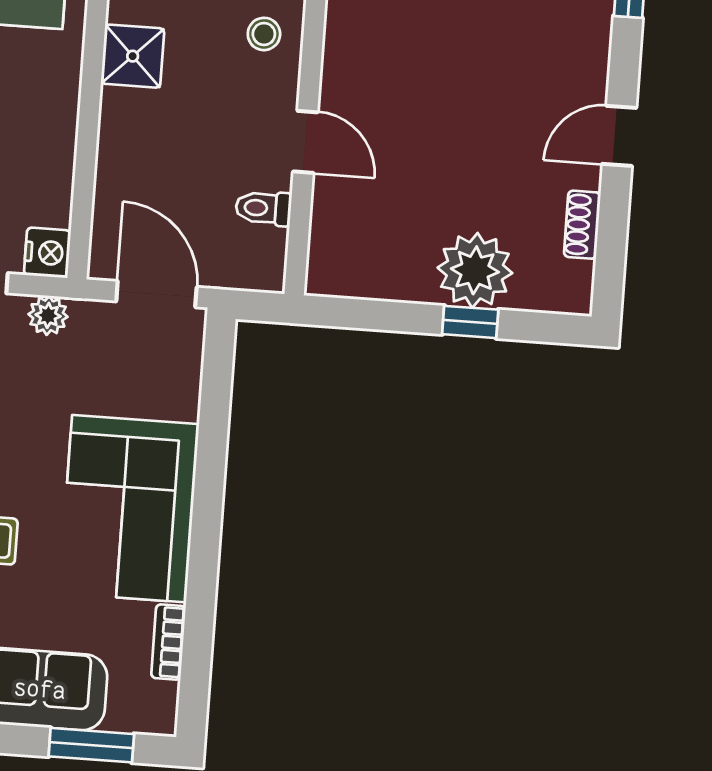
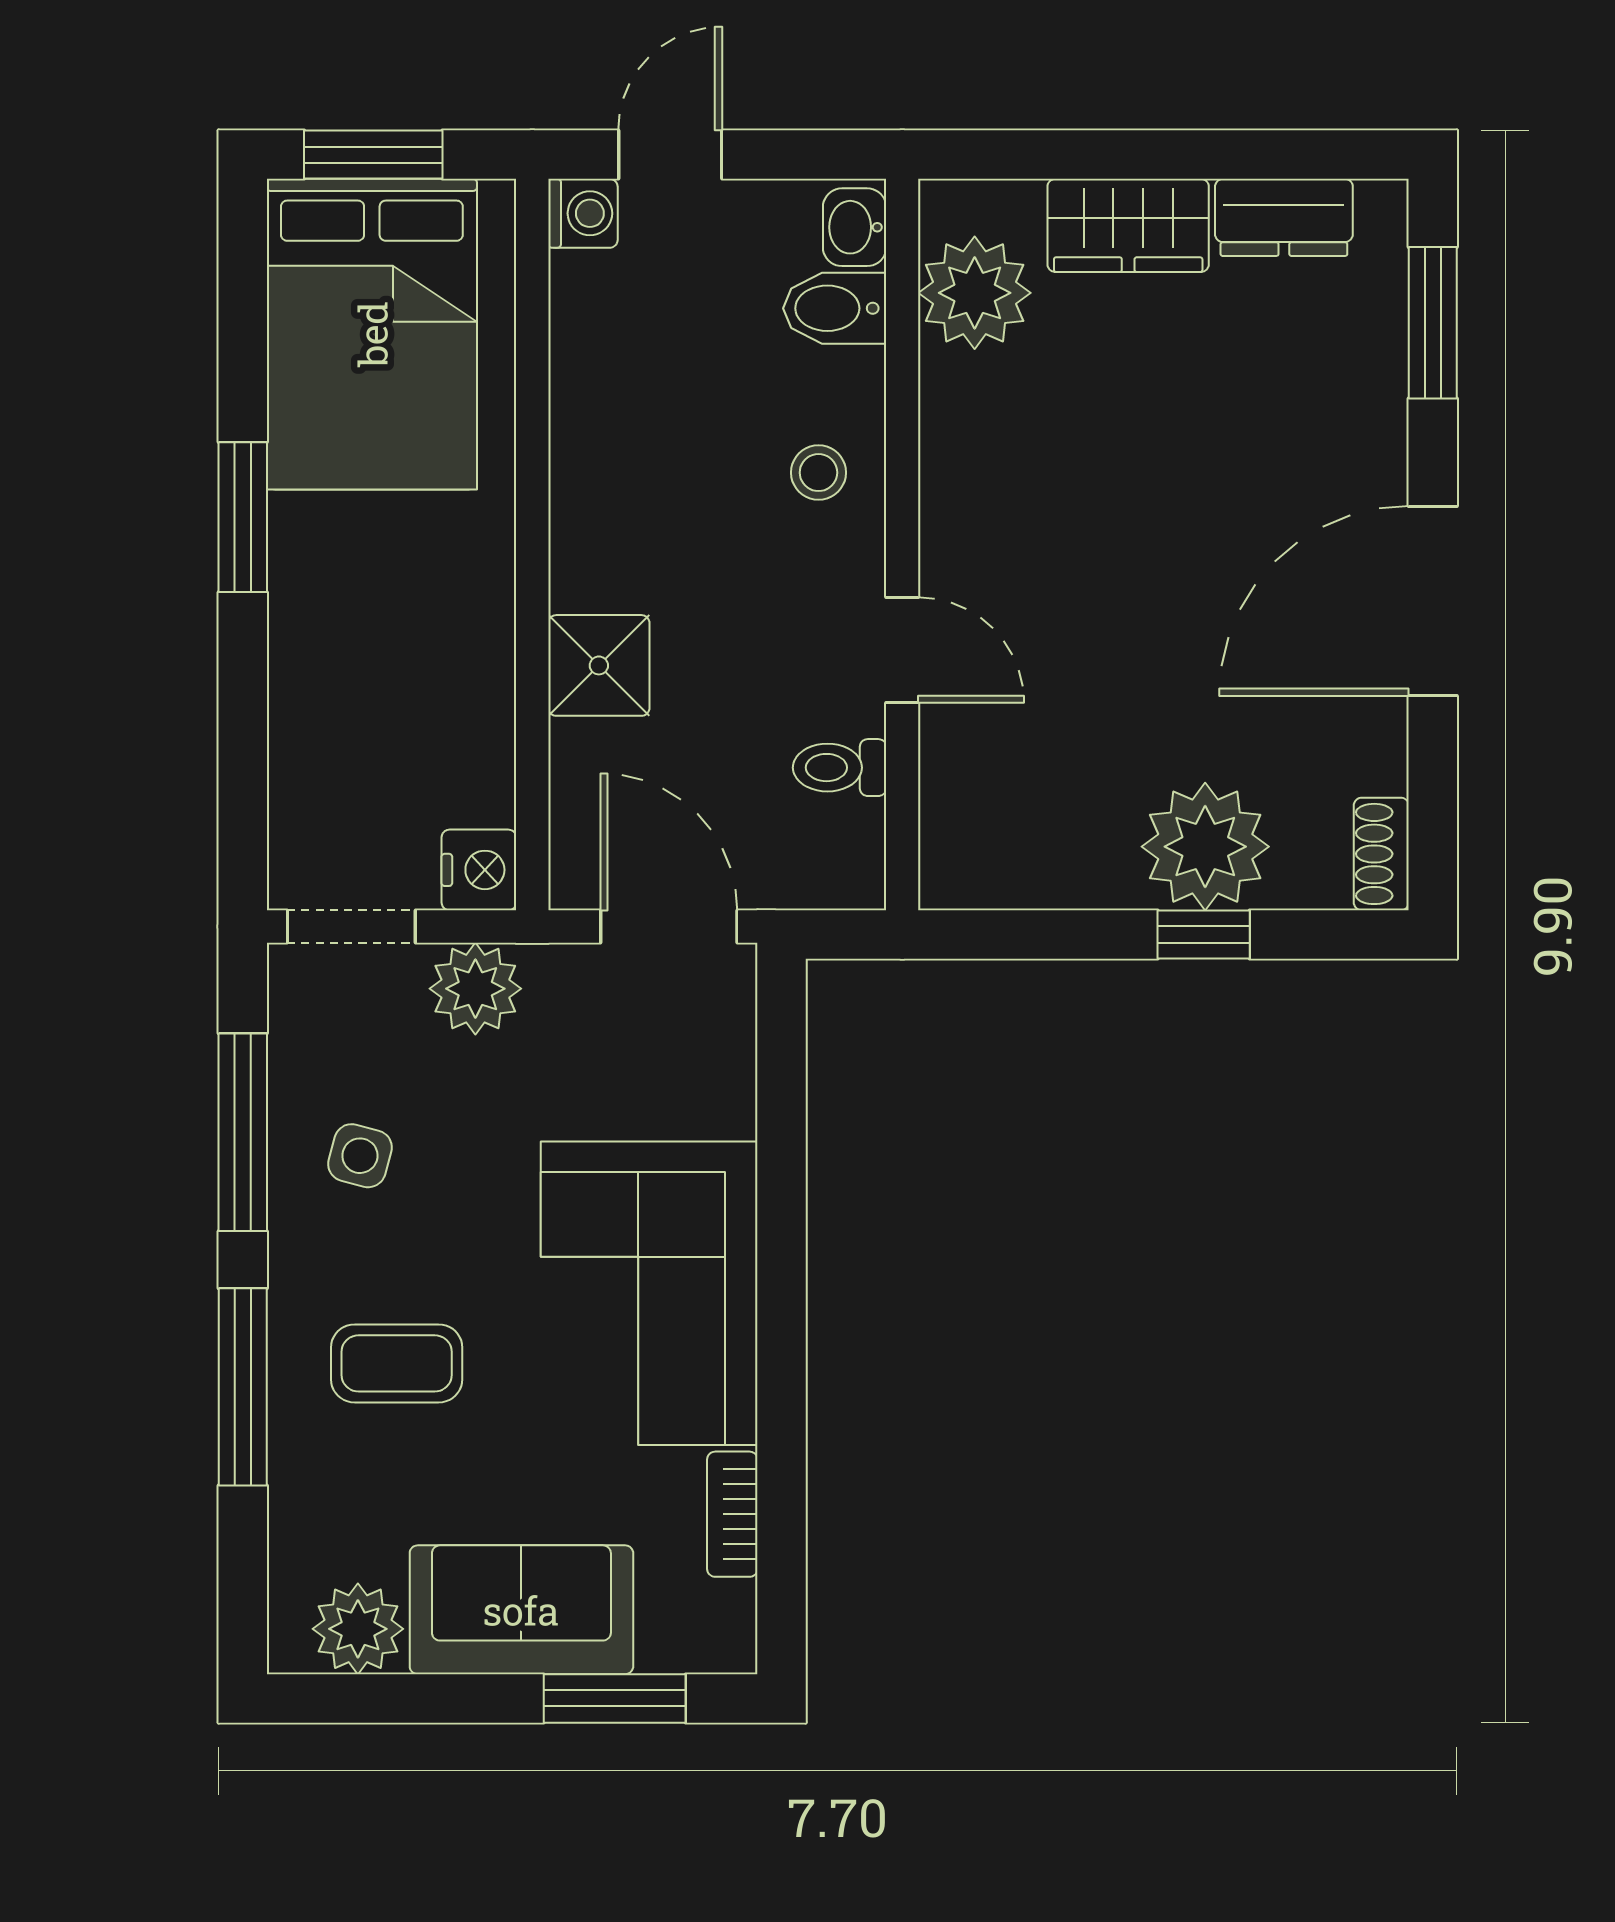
shower: (133, 56) -> (599, 665), moved
door: (619, 136) -> (1433, 601), width x1.87
shoe rack: (582, 225) -> (1381, 854), moved
plant: (48, 315) -> (475, 989), width x1.38, depth x1.38

